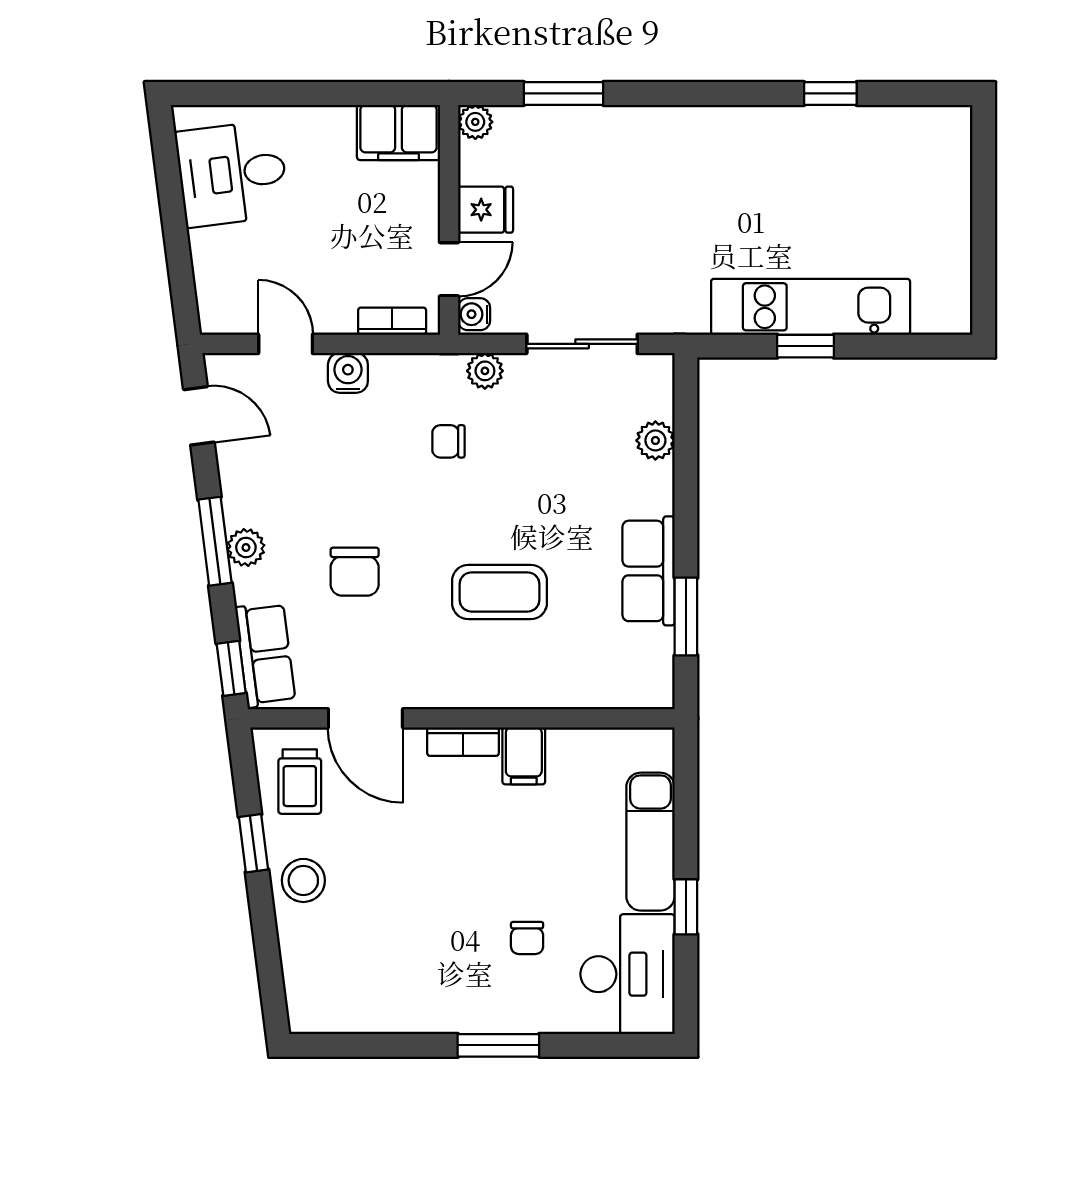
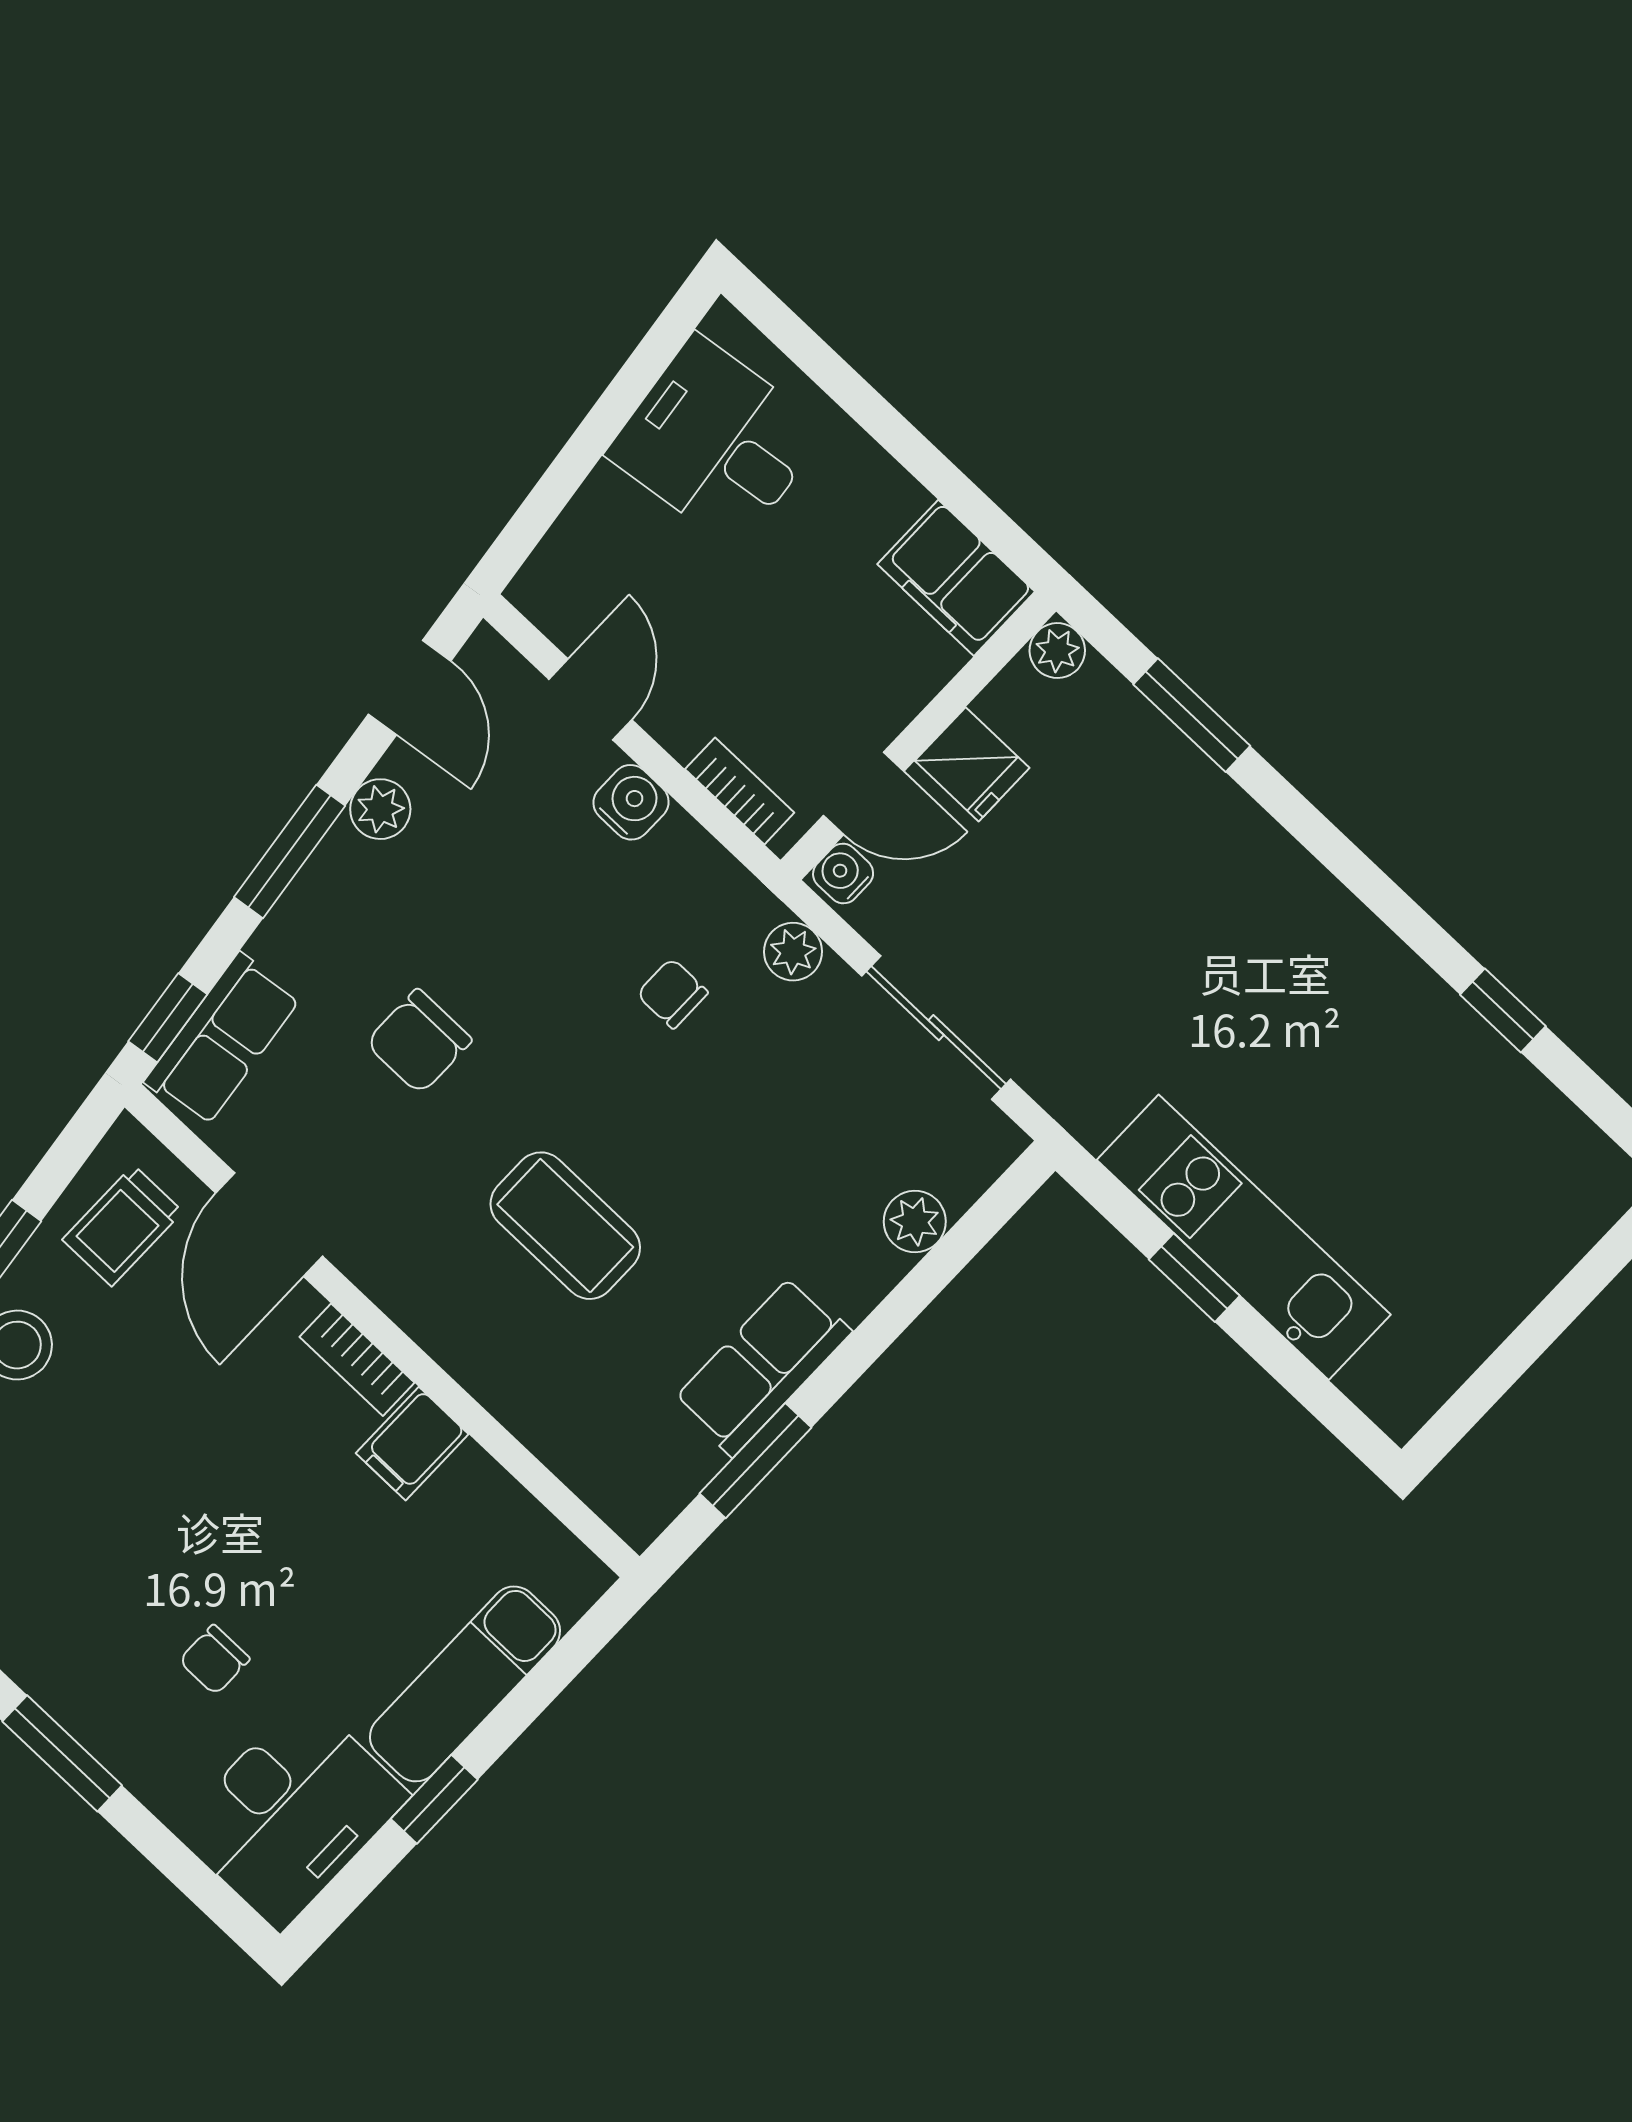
plant: (246, 547) -> (380, 809), moved

